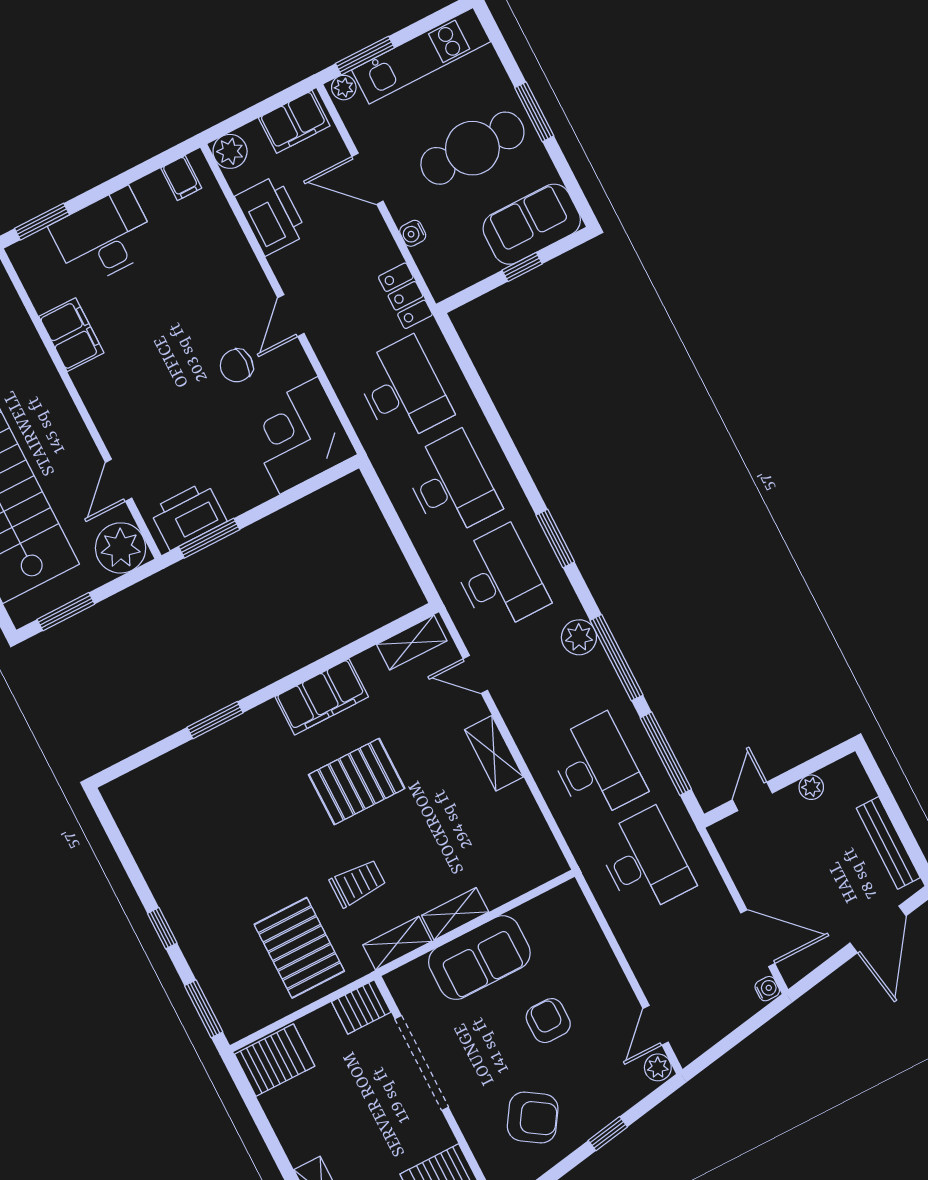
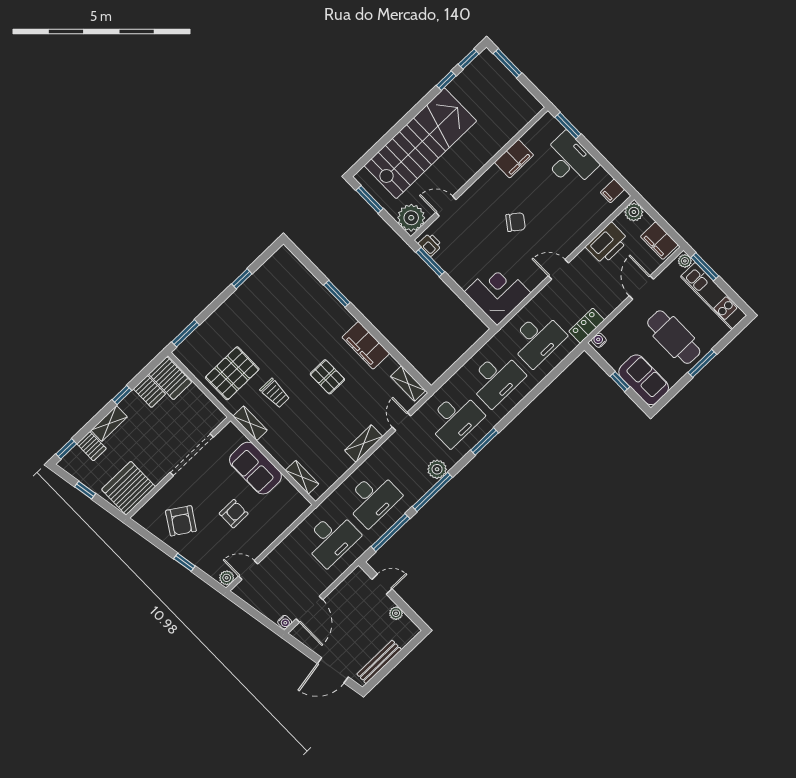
water cooler: (413, 233) -> (599, 340), moved
chair: (237, 366) -> (516, 222), moved, turned 127
printer: (188, 516) -> (430, 245), width x0.53, depth x0.68
pallet: (357, 782) -> (327, 377), width x0.67, depth x0.71
shelving: (455, 914) -> (302, 477), moved
window: (162, 928) -> (242, 279), moved
server rack: (361, 1007) -> (149, 391), moved, turned 180
window: (278, 1154) -> (122, 395), added

